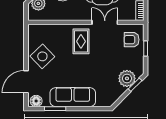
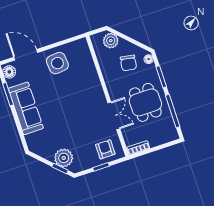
rug: (81, 41) -> (86, 98), removed
side table: (42, 56) -> (57, 63), turned 38

